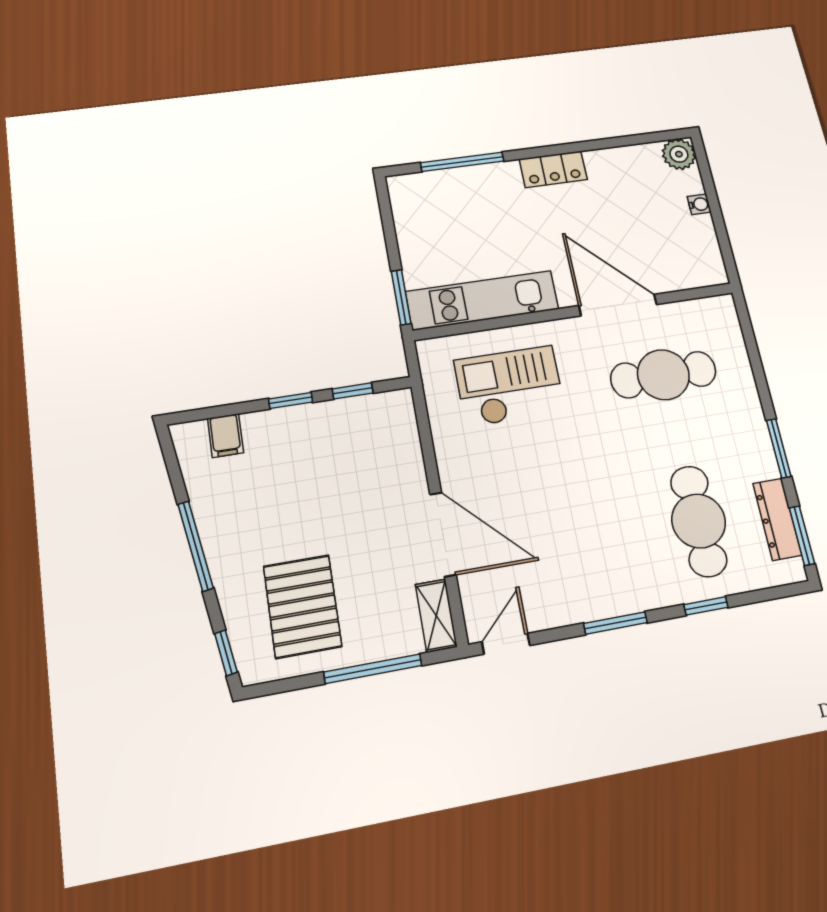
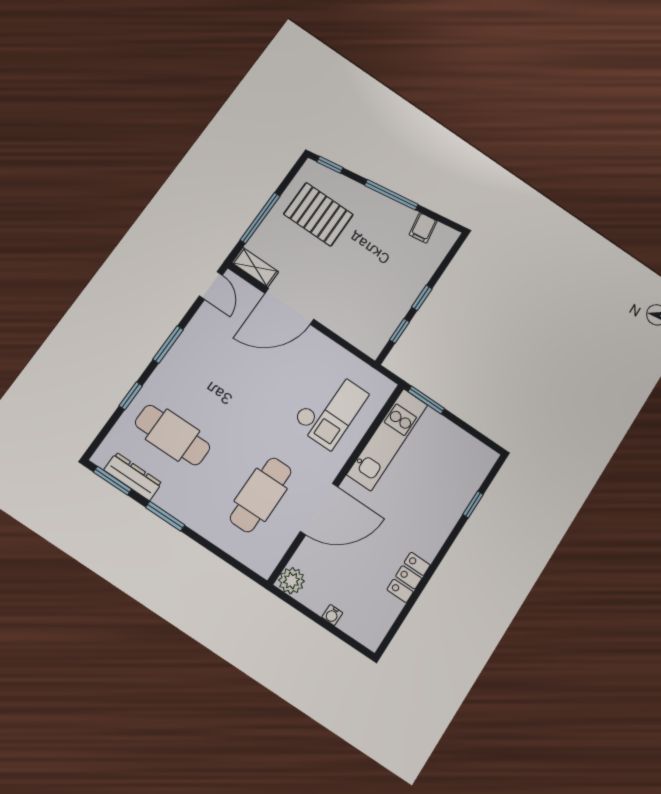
plant: (679, 154) -> (292, 581), moved
window: (462, 162) -> (473, 504), width x0.46
locker: (553, 169) -> (409, 577), moved
filing cabinet: (225, 436) -> (423, 228), moved, turned -99

